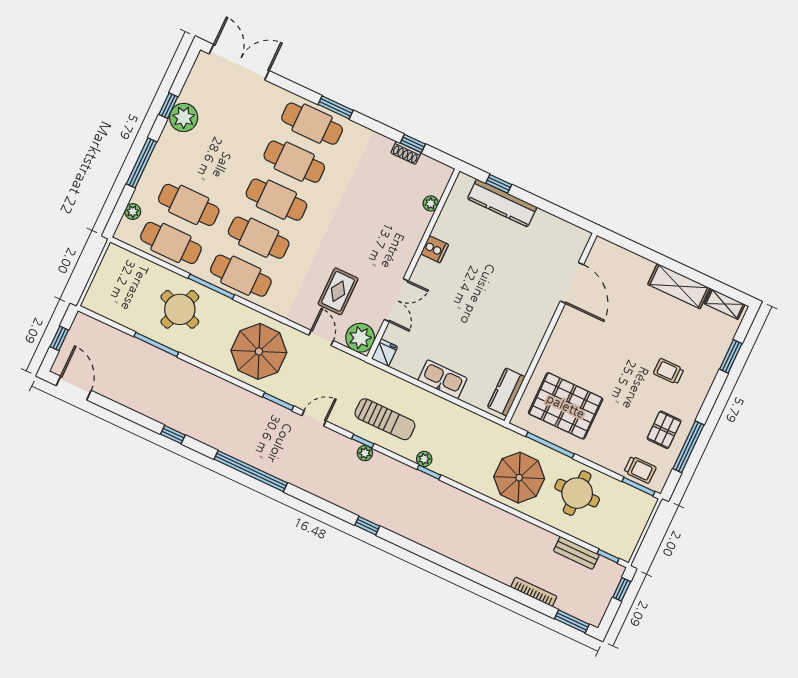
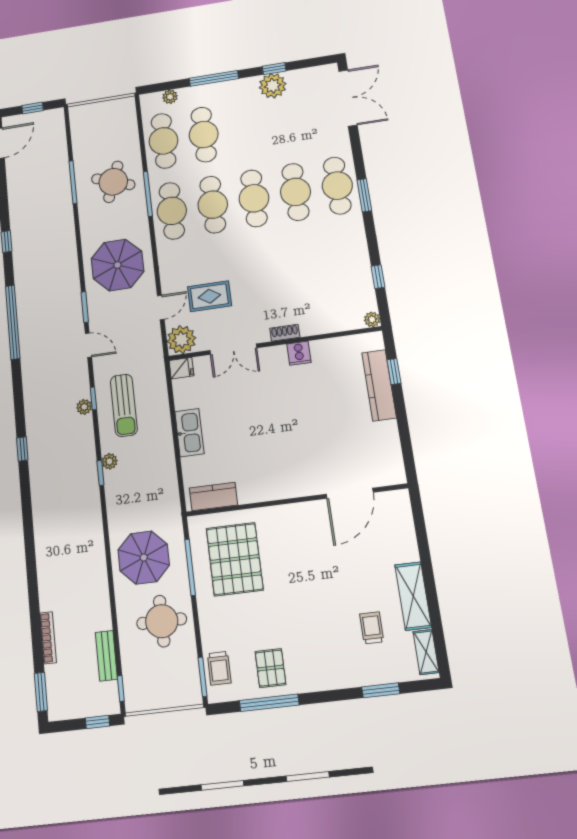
shoe rack: (406, 153) -> (285, 333), moved, turned 90
plant: (431, 203) -> (372, 319), moved
trolley: (669, 371) -> (372, 628), moved
pallet: (664, 430) -> (271, 668), turned 90

